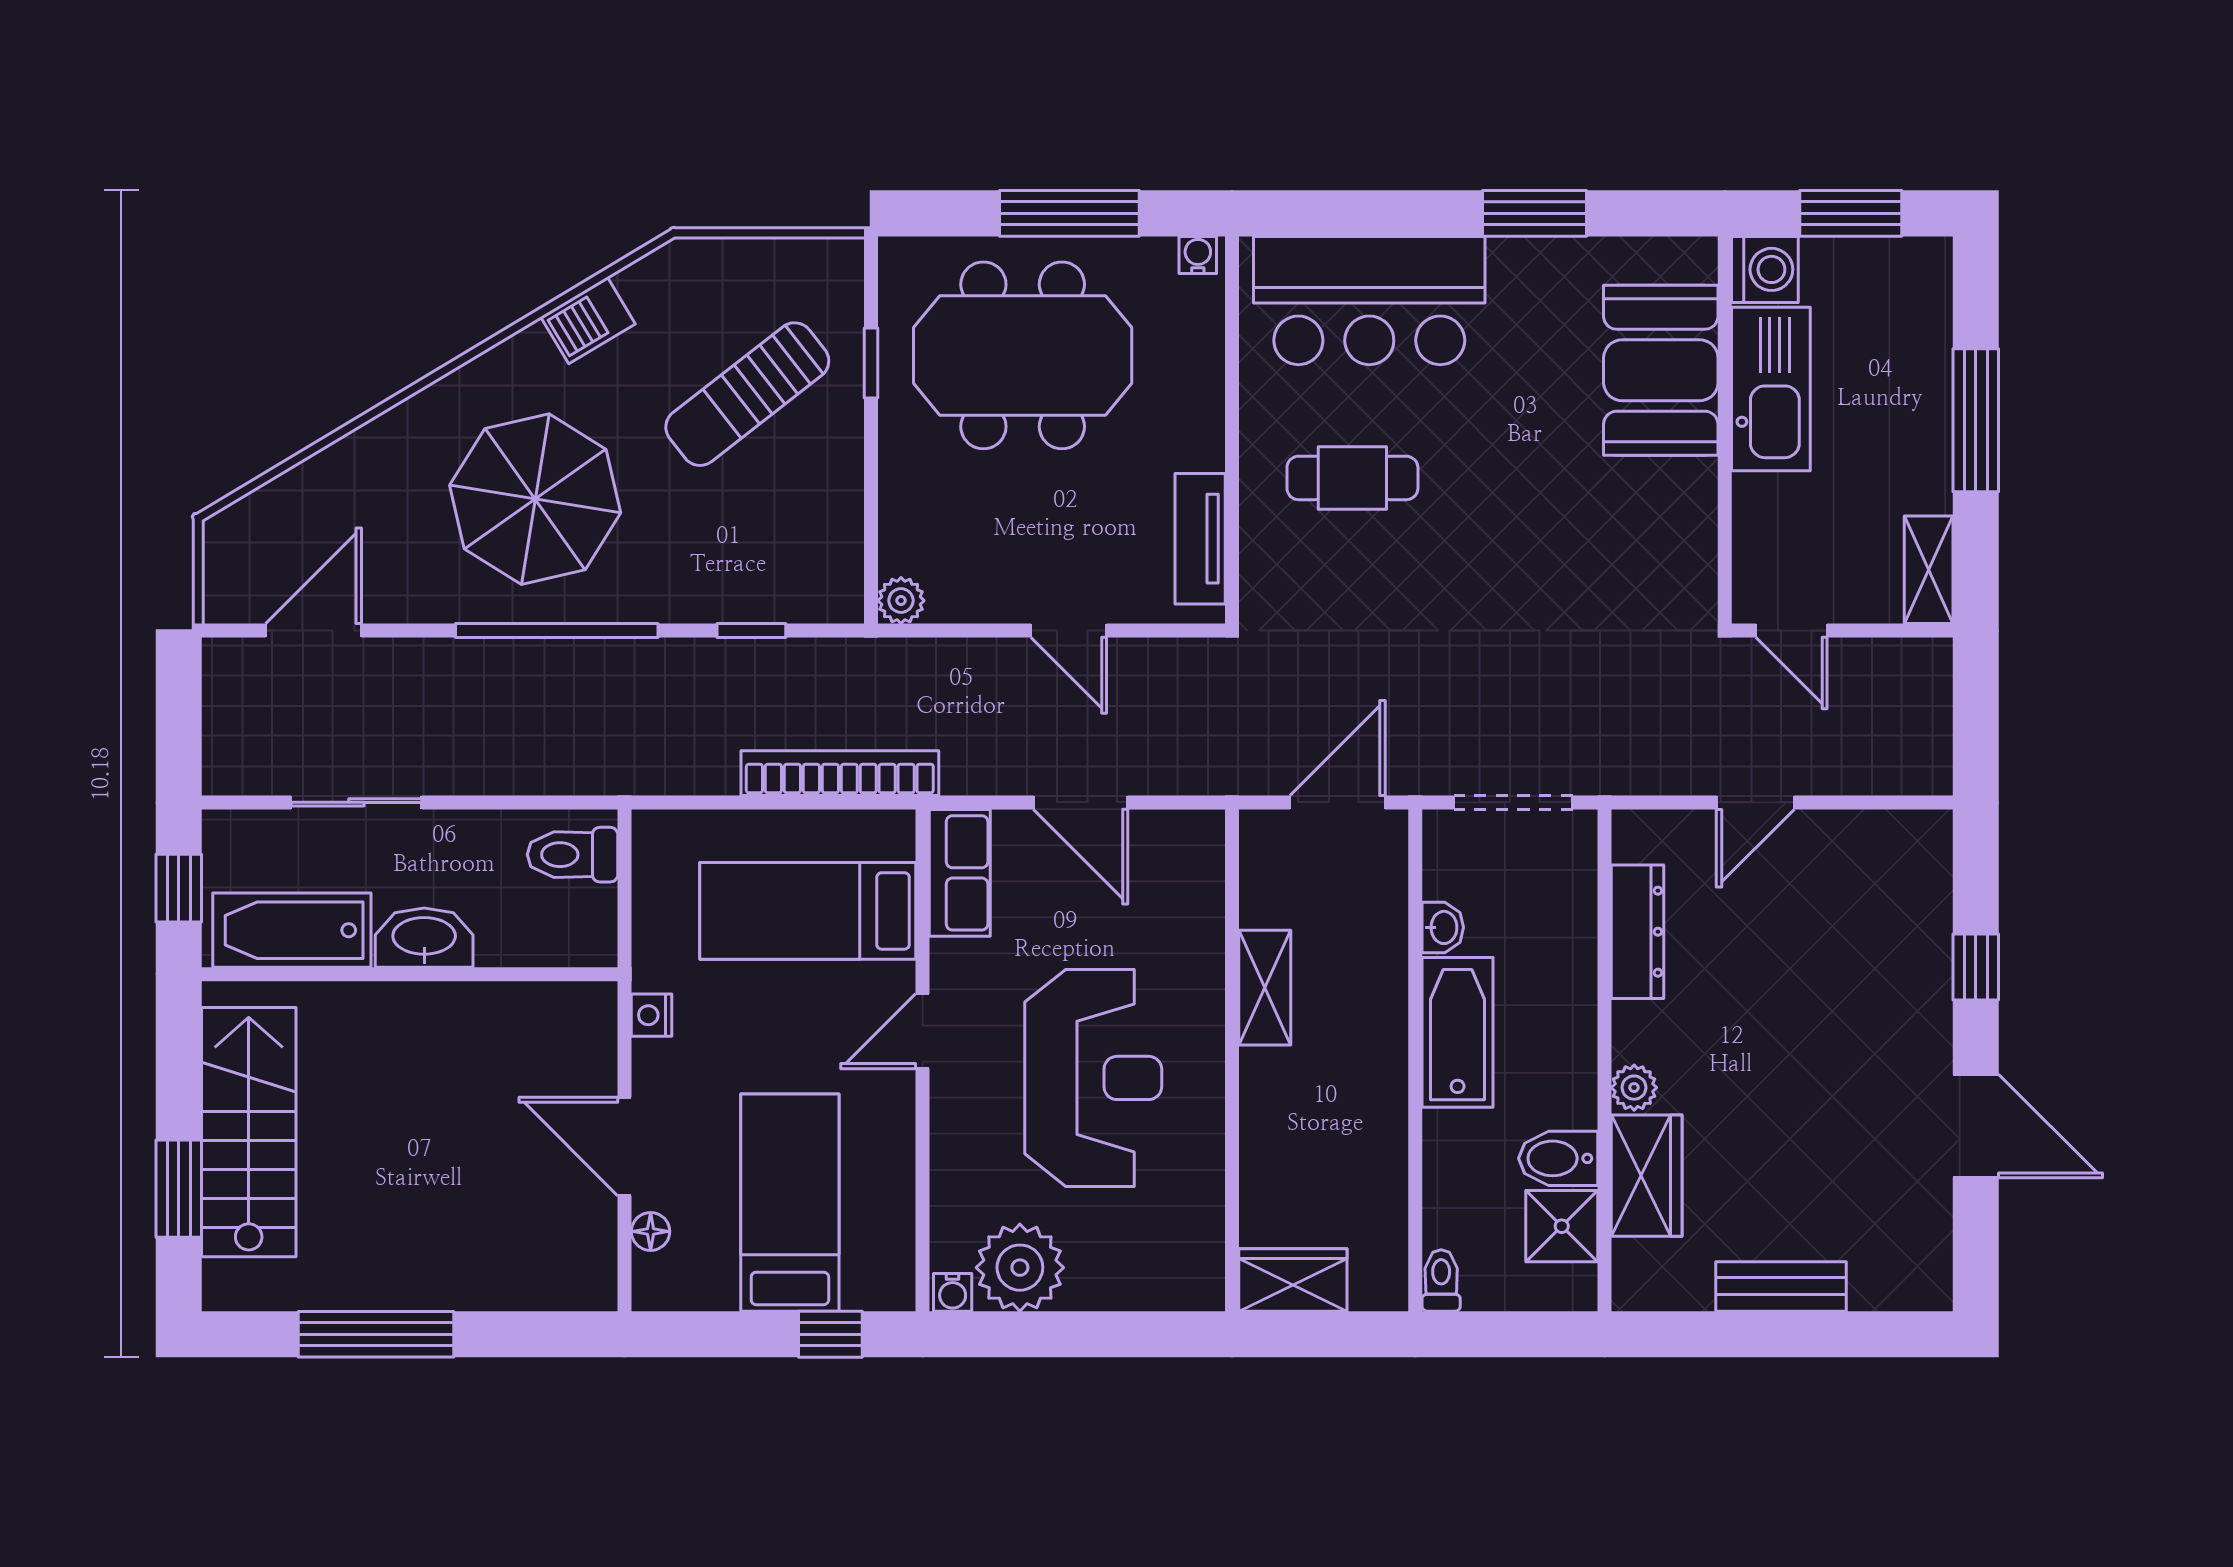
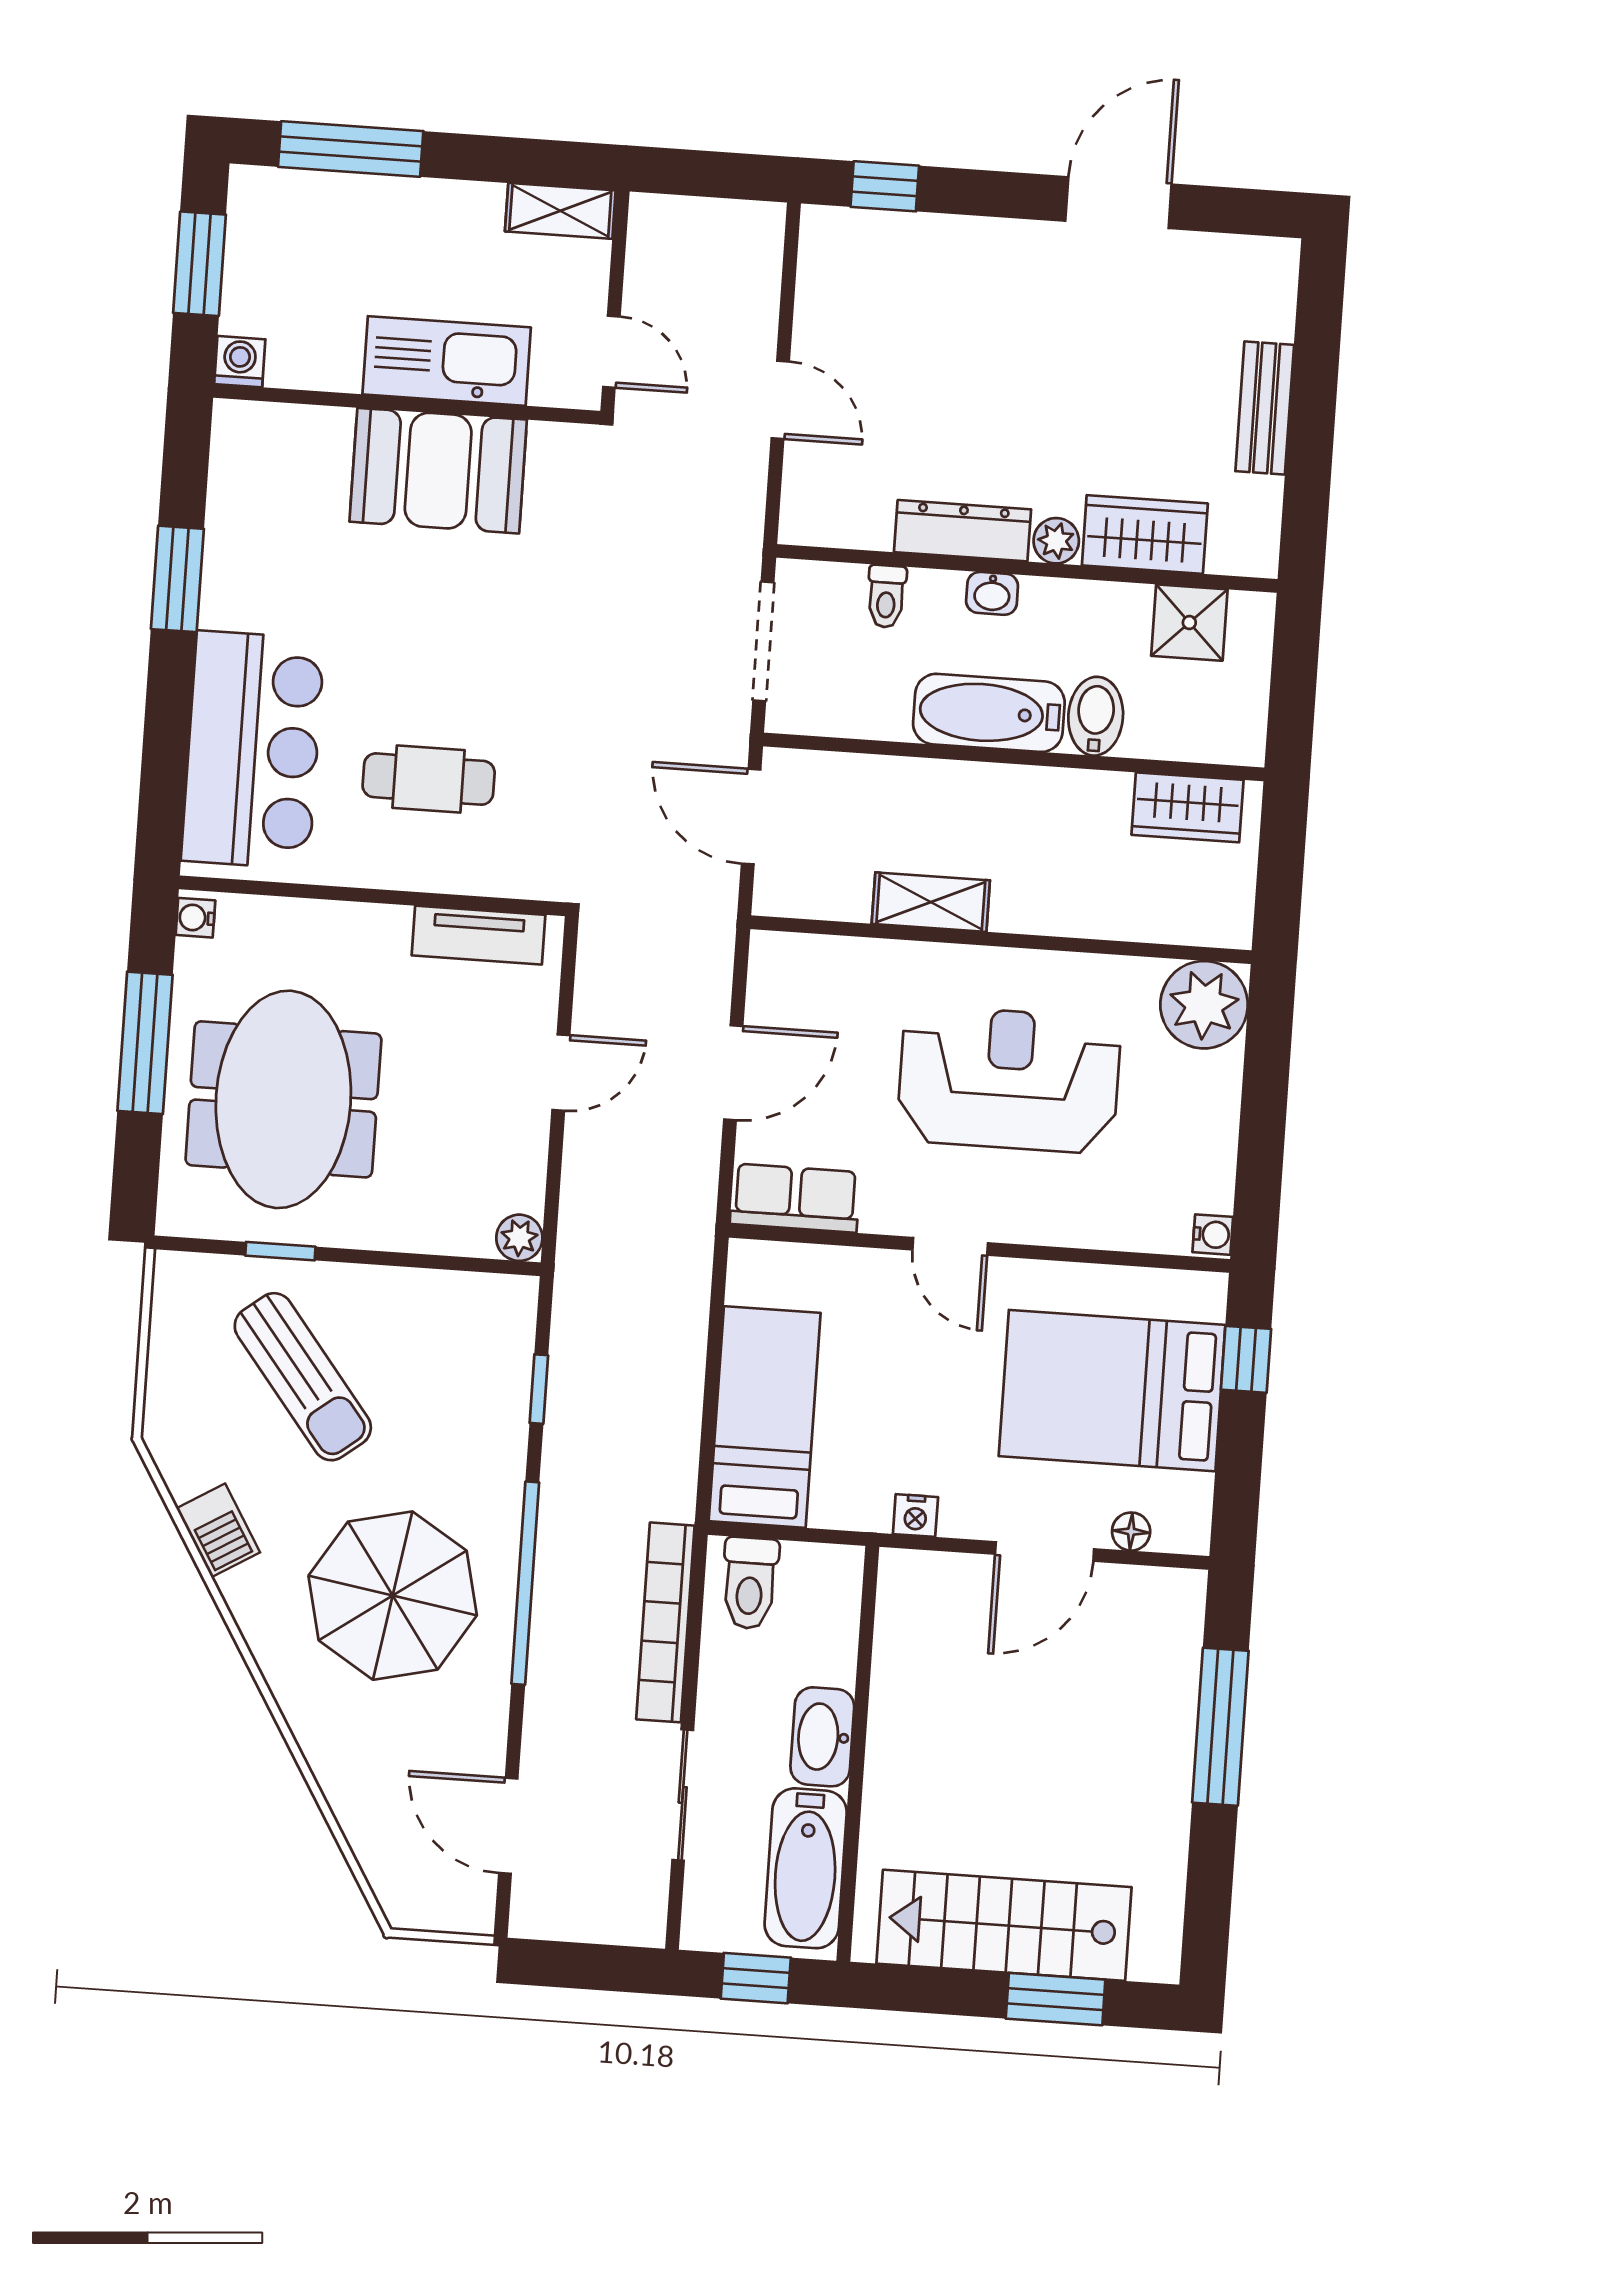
washing machine: (1765, 269) -> (240, 362), width x0.73, depth x0.73
booth: (1661, 370) -> (438, 471), moved
kitchen sink: (1771, 389) -> (447, 361), moved
window: (1976, 420) -> (351, 149), moved
cafe table: (1352, 478) -> (429, 779), turned 90
door: (1792, 631) -> (611, 352), hinge flipped
bookcase: (840, 773) -> (665, 1622), moved
bed: (808, 911) -> (765, 1417), moved, turned 180
washbasin: (1443, 927) -> (992, 593), moved, turned 180
dresser: (1637, 932) -> (963, 531), moved
window: (1976, 967) -> (885, 186), moved
bidet: (1558, 1158) -> (1096, 716), moved, turned 180
bed: (790, 1203) -> (1112, 1391), width x1.50
plant: (1020, 1268) -> (1204, 1005), moved
wardrobe: (1293, 1280) -> (1187, 807), moved, turned -90
toilet: (1441, 1280) -> (886, 596), moved, turned -90
window: (376, 1334) -> (1220, 1727), moved

